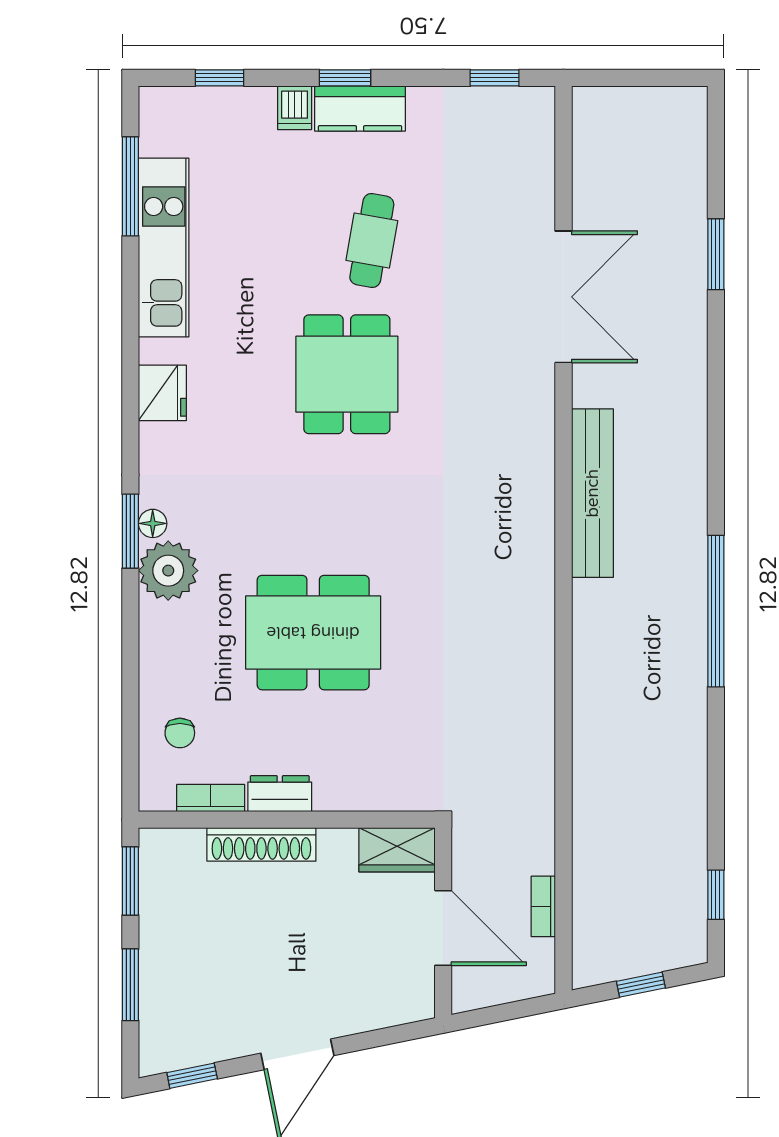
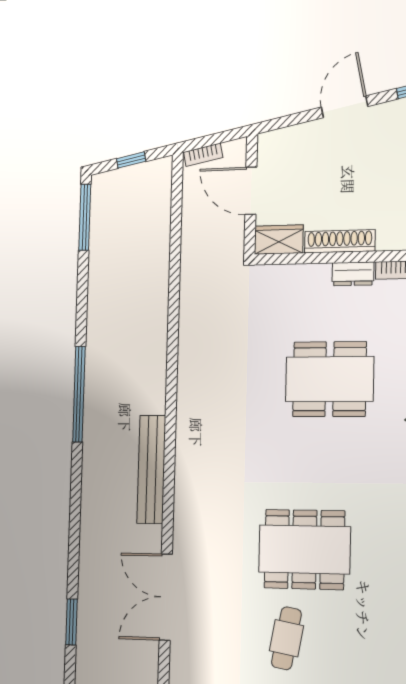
dining table: (347, 374) -> (304, 549), width x1.38
shoe rack: (261, 844) -> (340, 241), moved
window: (716, 895) -> (85, 217), width x2.17
bookcase: (543, 906) -> (203, 155), moved, turned 79

